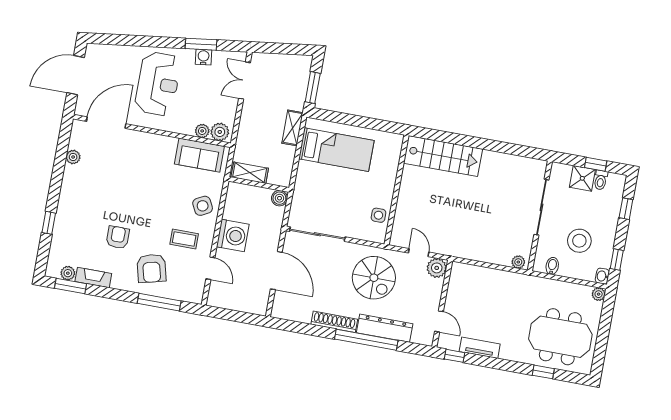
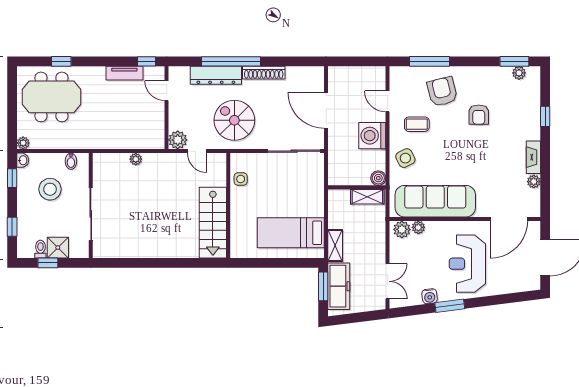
window: (201, 44) -> (450, 306), moved
freezer: (296, 85) -> (339, 286), added
sofa: (199, 155) -> (435, 201), width x1.85, depth x1.27
stairs: (443, 156) -> (213, 223), moved, turned -90
boiler: (279, 198) -> (378, 178), moved
plant: (518, 262) -> (136, 159), moved
fireplace: (93, 278) -> (533, 157), moved, turned 90

